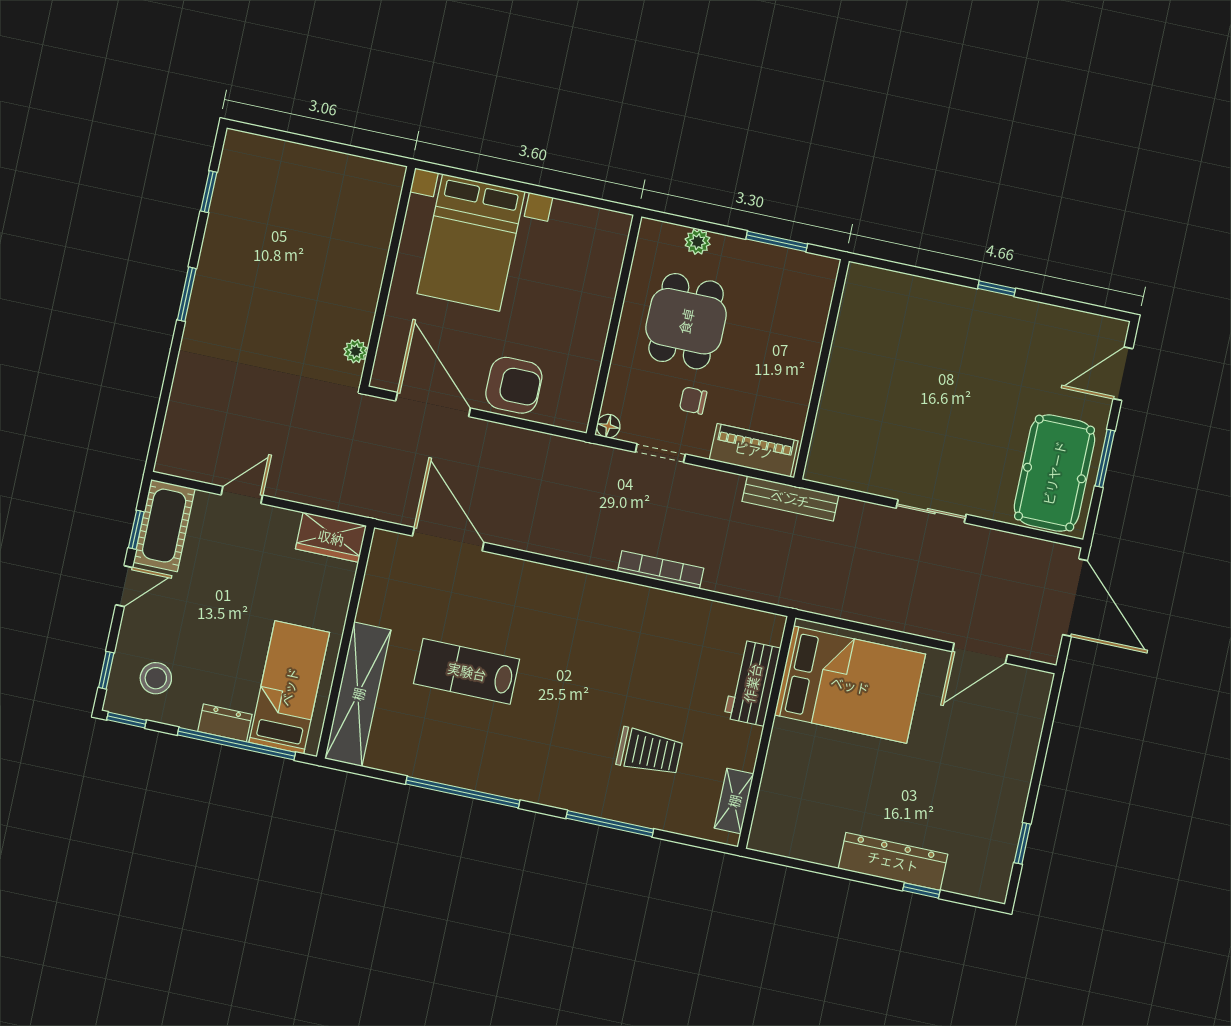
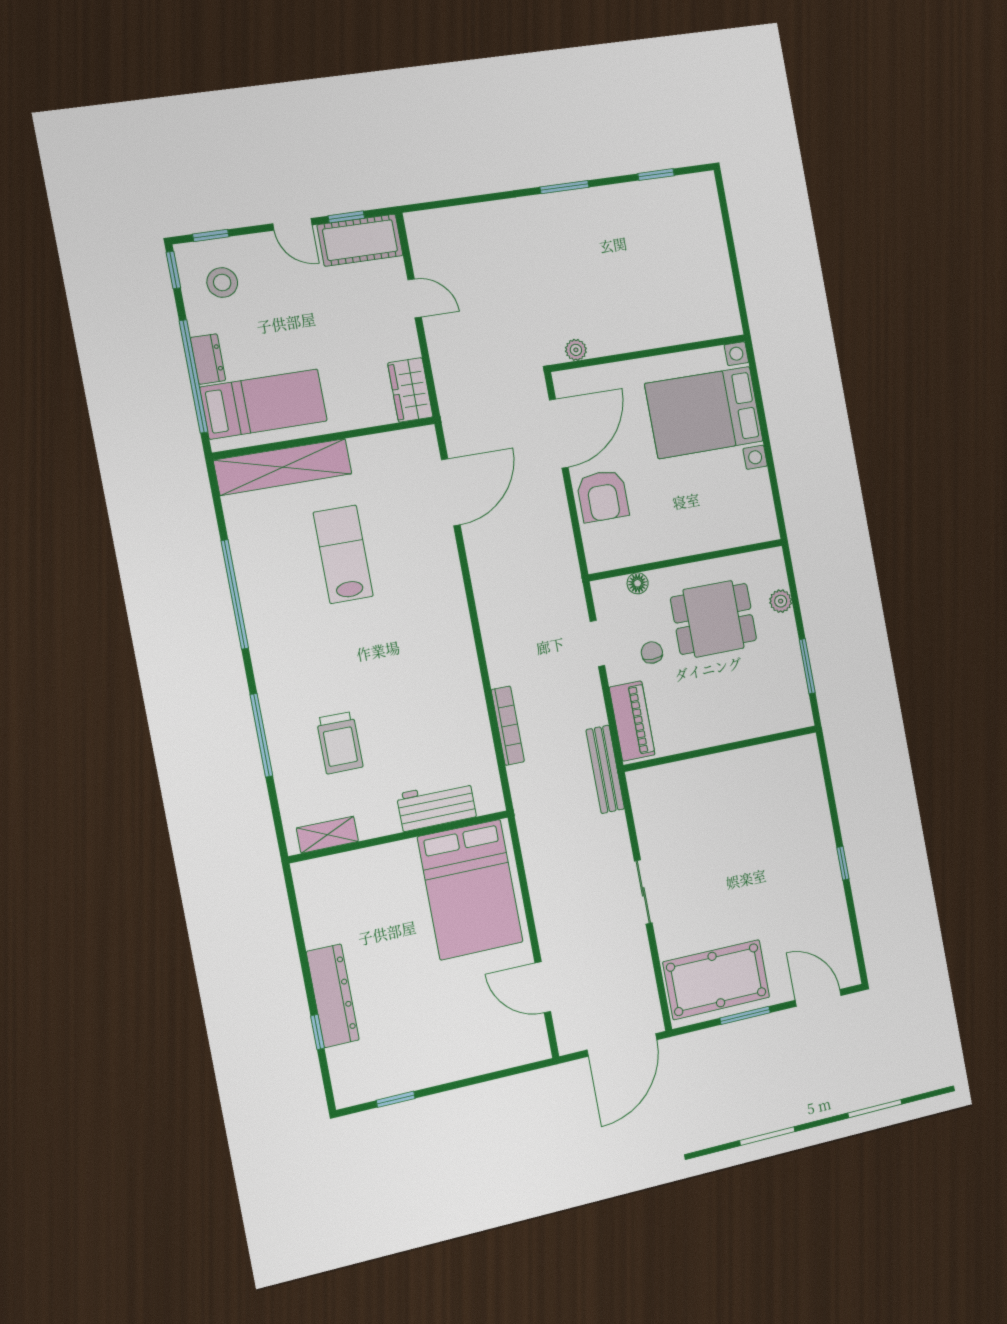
floor lamp: (608, 426) -> (638, 583), moved
bookcase: (661, 570) -> (508, 726), moved

